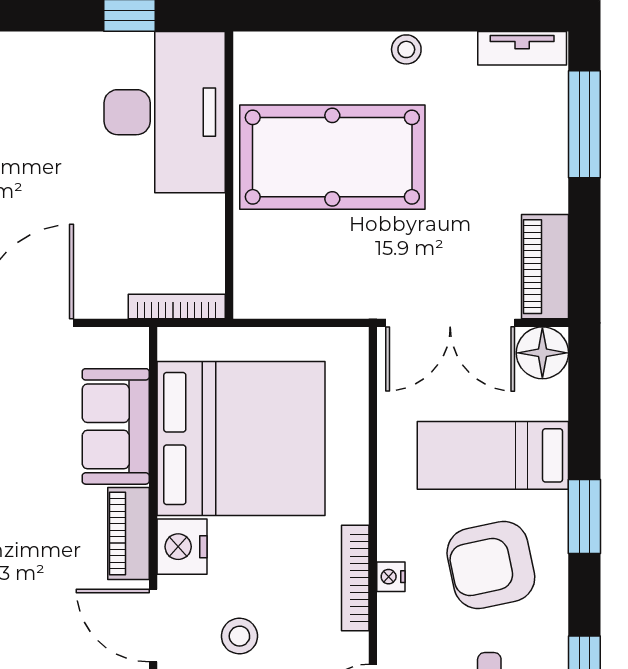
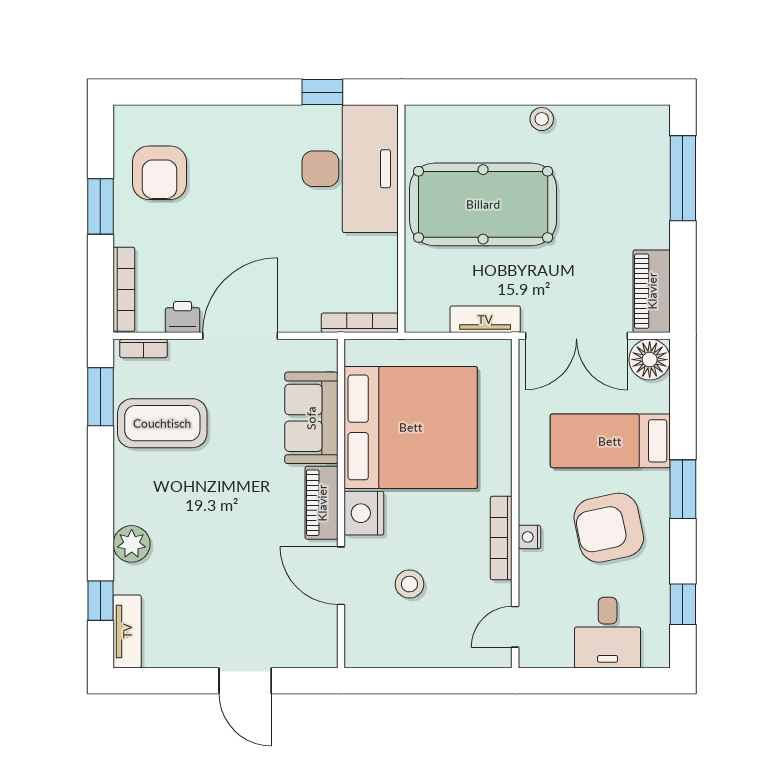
tv unit: (522, 48) -> (485, 319), moved, turned 180

